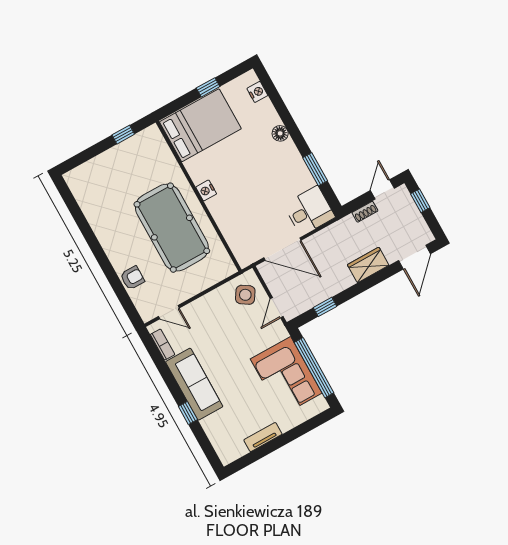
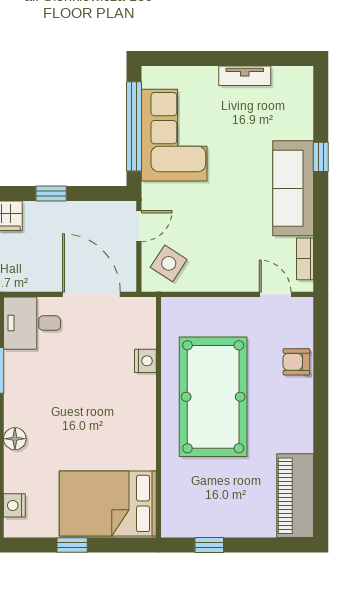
nightstand: (206, 190) -> (145, 361), moved
piano: (87, 195) -> (295, 496), added
window: (325, 307) -> (51, 194), moved

